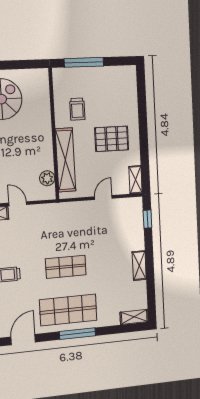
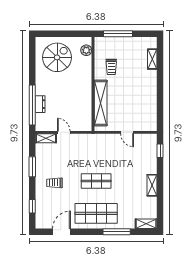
pallet: (112, 139) -> (136, 90), removed
plant: (47, 178) -> (86, 50), moved
shelving: (135, 180) -> (152, 59), moved
door: (103, 198) -> (127, 132), swing flipped
window: (77, 334) -> (117, 232), moved

